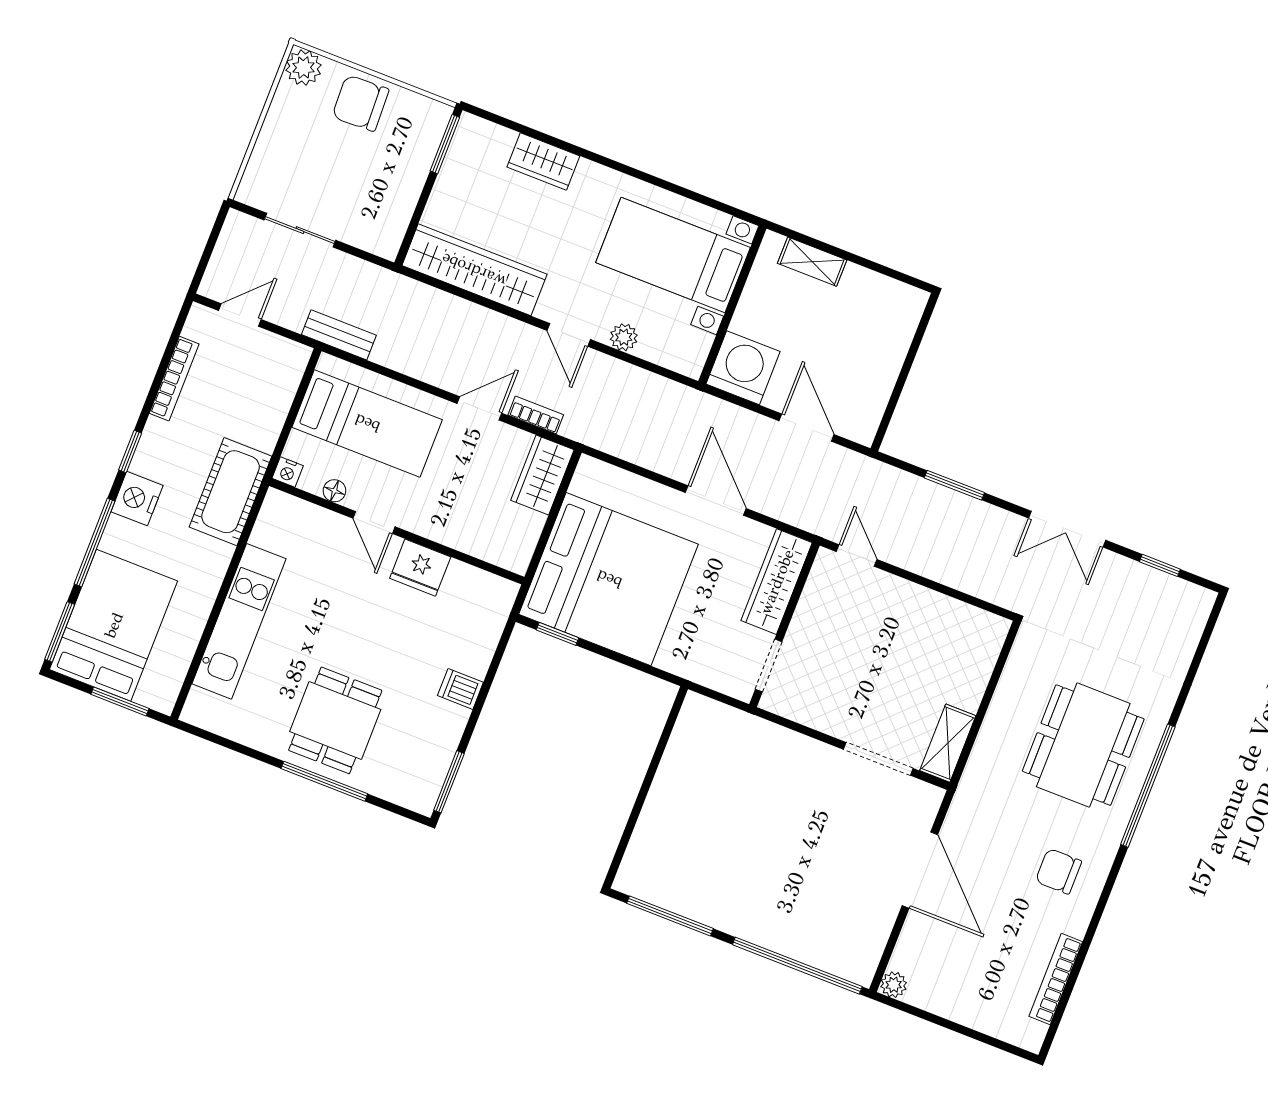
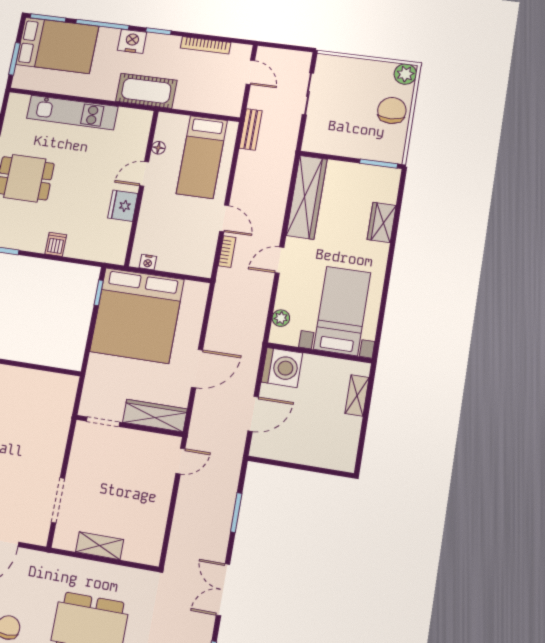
plant: (624, 337) -> (281, 318), moved
nightstand: (288, 472) -> (148, 262), moved, turned -90
wardrobe: (542, 475) -> (192, 263), removed
shelving: (948, 743) -> (100, 546), moved

